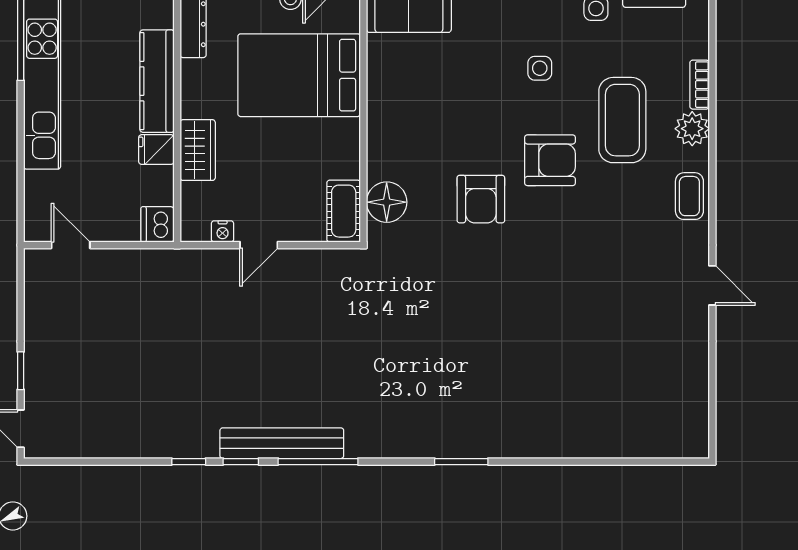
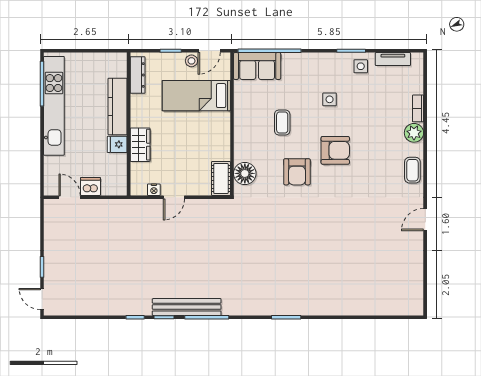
bed: (299, 75) -> (196, 96), width x0.67
coffee table: (622, 120) -> (282, 122), moved, width x0.54, depth x0.58
dishwasher: (157, 224) -> (90, 186), moved, turned 90
door: (712, 285) -> (425, 220), swing flipped

